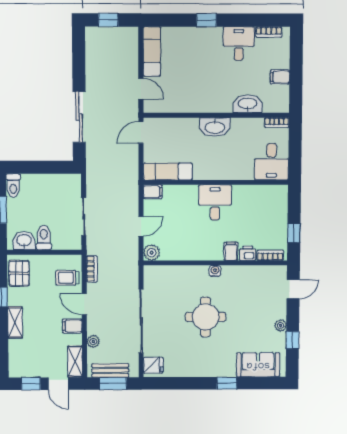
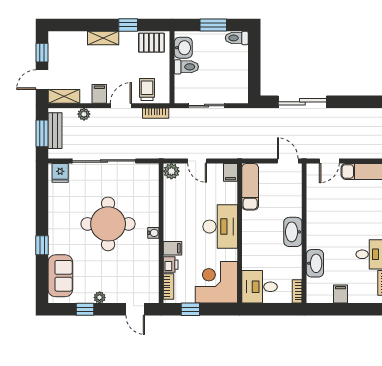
desk: (215, 202) -> (220, 227), width x1.37
corner desk: (266, 206) -> (216, 282), added
round table: (206, 317) -> (108, 224), width x1.36, depth x1.36

